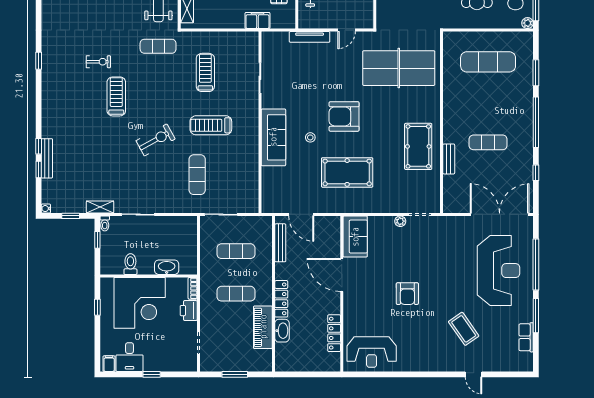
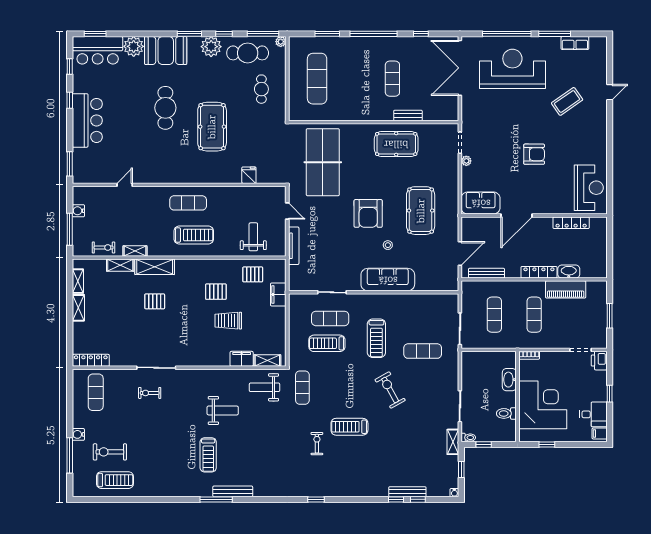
exercise mat: (232, 76) -> (330, 318), added
printer: (189, 311) -> (599, 361), moved, turned 90

